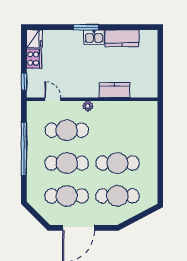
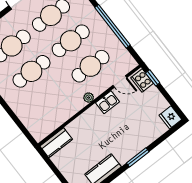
kitchen sink: (94, 37) -> (107, 102), moved, turned 180
cooker: (34, 59) -> (142, 81), moved
kitchen counter: (114, 90) -> (56, 143), moved

